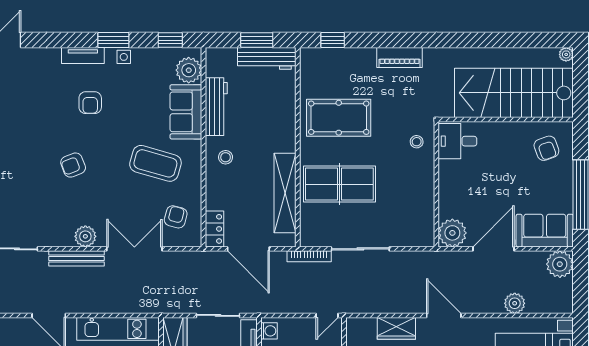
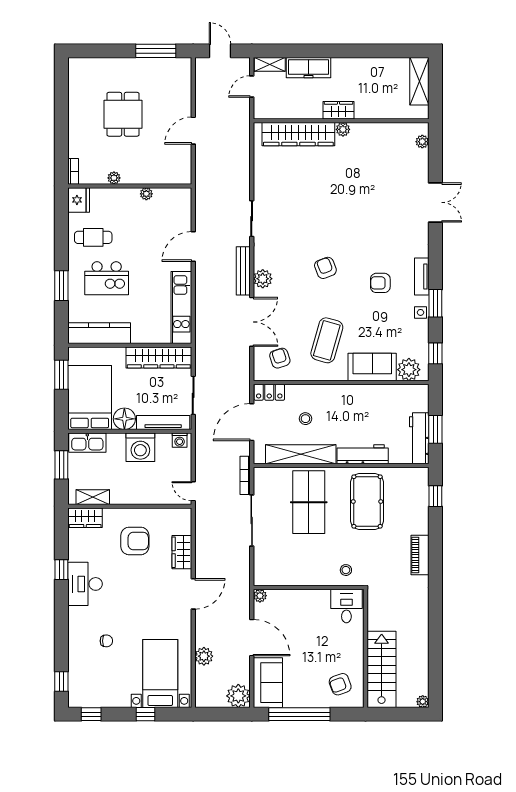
stairs: (514, 93) -> (382, 669), width x0.73, depth x0.66
workbench: (216, 107) -> (363, 454), moved, turned 180
stool: (226, 157) -> (305, 419), moved
armchair: (176, 217) -> (280, 358), turned -123
plant: (452, 233) -> (260, 596), width x0.53, depth x0.53

